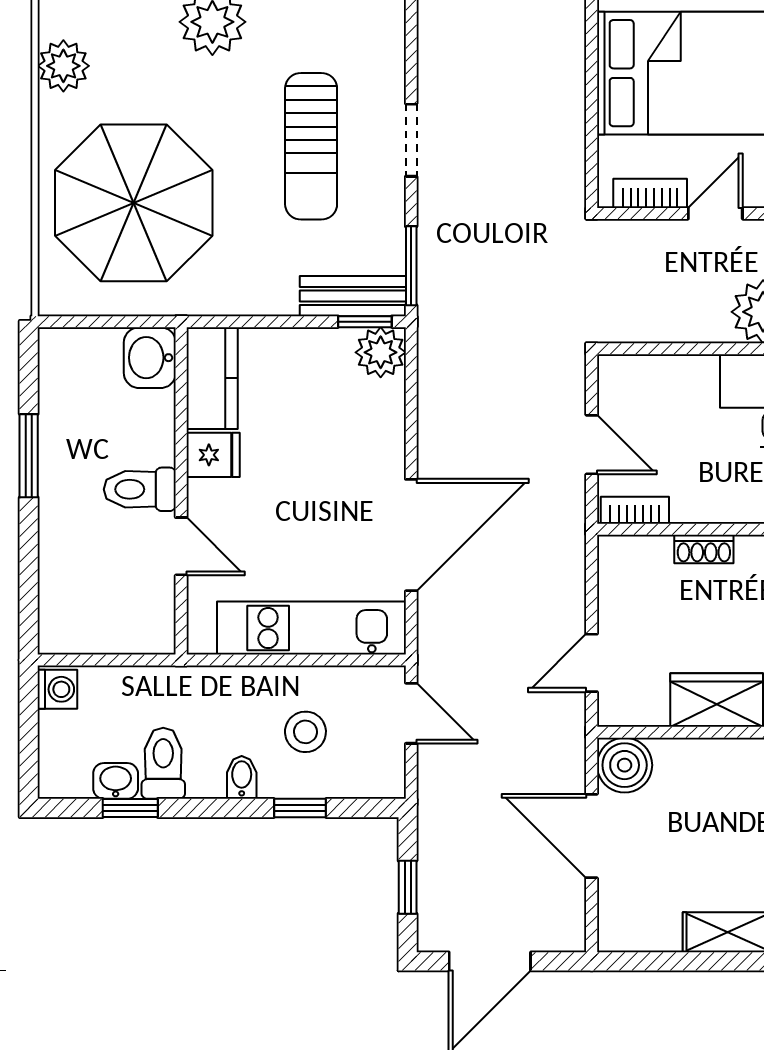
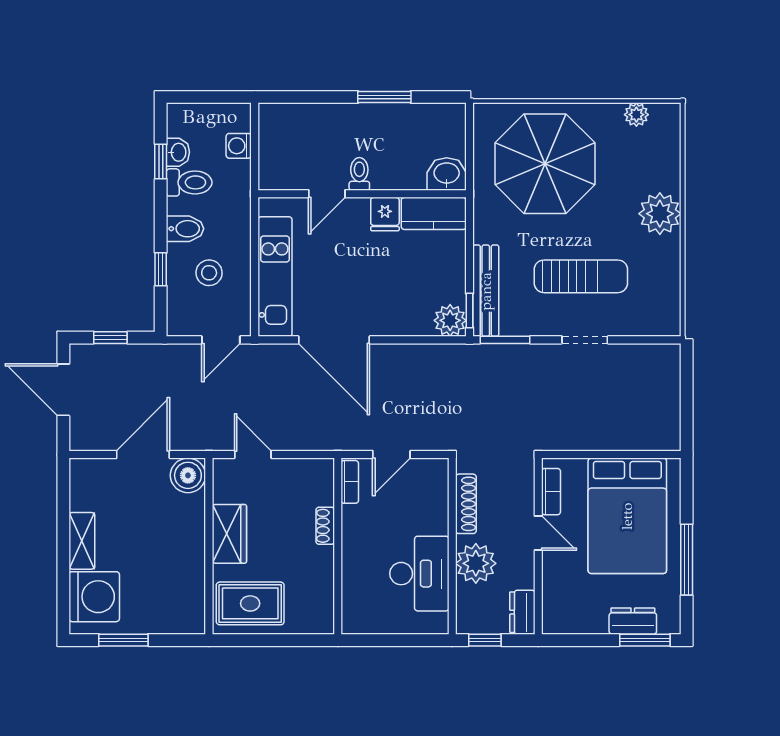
plant: (63, 66) -> (636, 115), width x0.73, depth x0.73
sun lounger: (311, 146) -> (581, 276), turned 180
bench: (353, 296) -> (486, 291), width x1.36
shoe rack: (669, 327) -> (466, 504), added
toilet: (140, 489) -> (359, 174), width x0.73, depth x0.72
washing machine: (57, 689) -> (239, 146), moved, turned 90
bidet: (242, 777) -> (185, 229), width x1.38, depth x1.36

